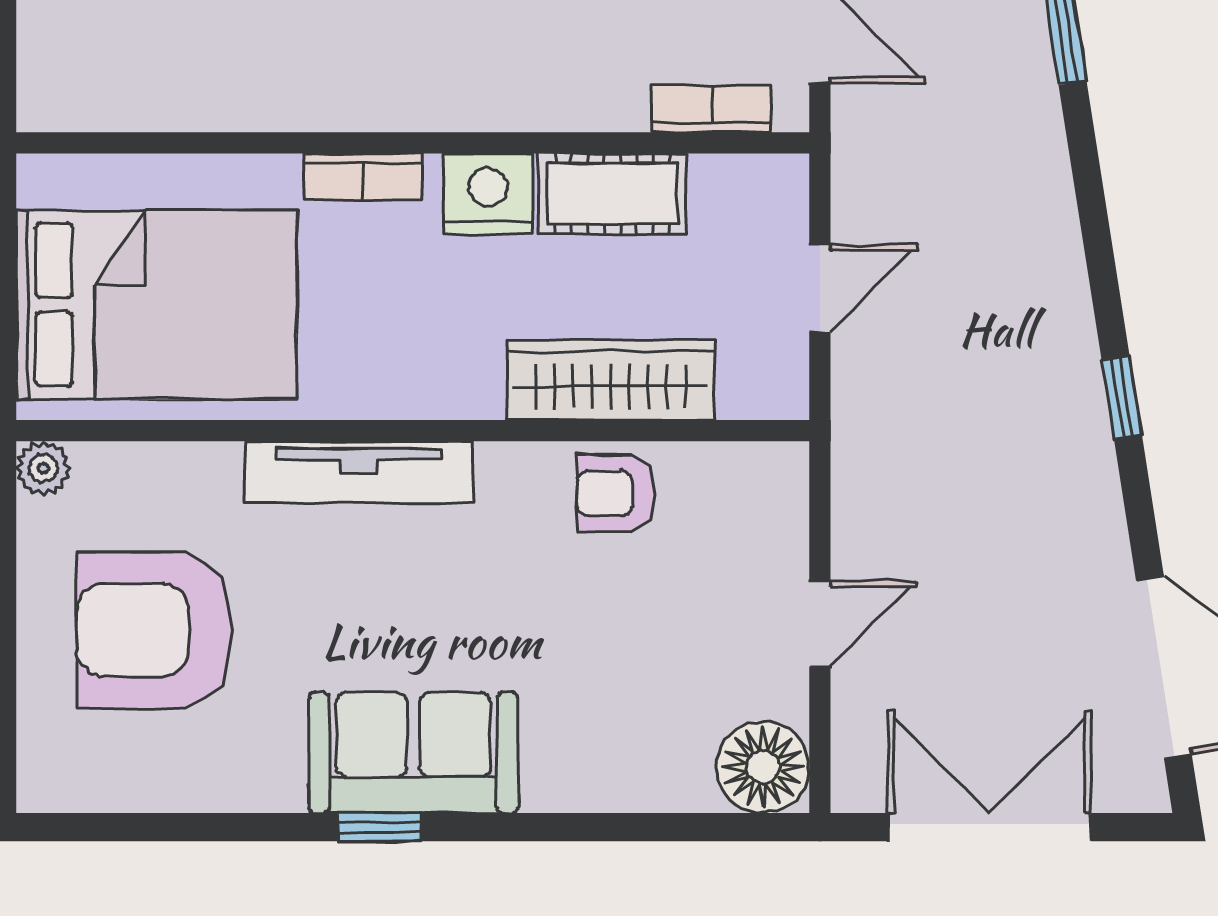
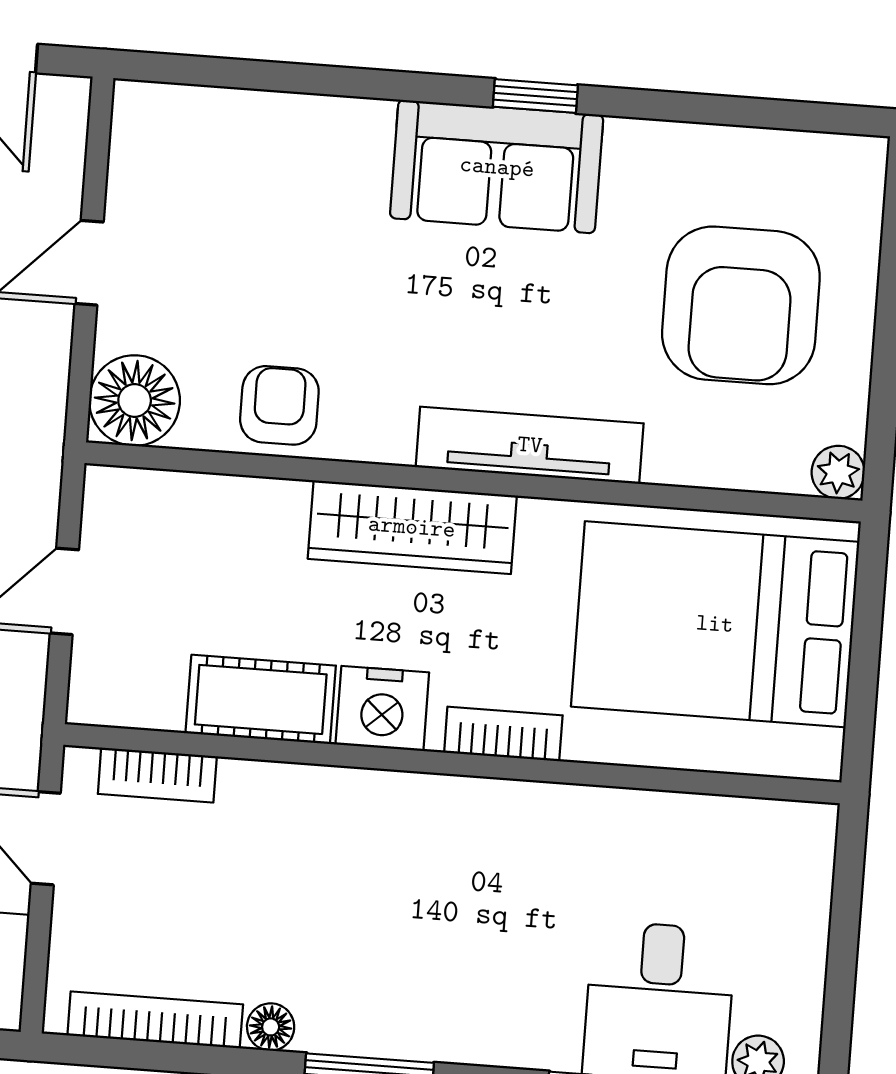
wardrobe: (611, 380) -> (412, 527), moved
armchair: (616, 493) -> (279, 405), turned -90
armchair: (155, 630) -> (741, 305), turned 90
floor lamp: (763, 767) -> (135, 401), moved

